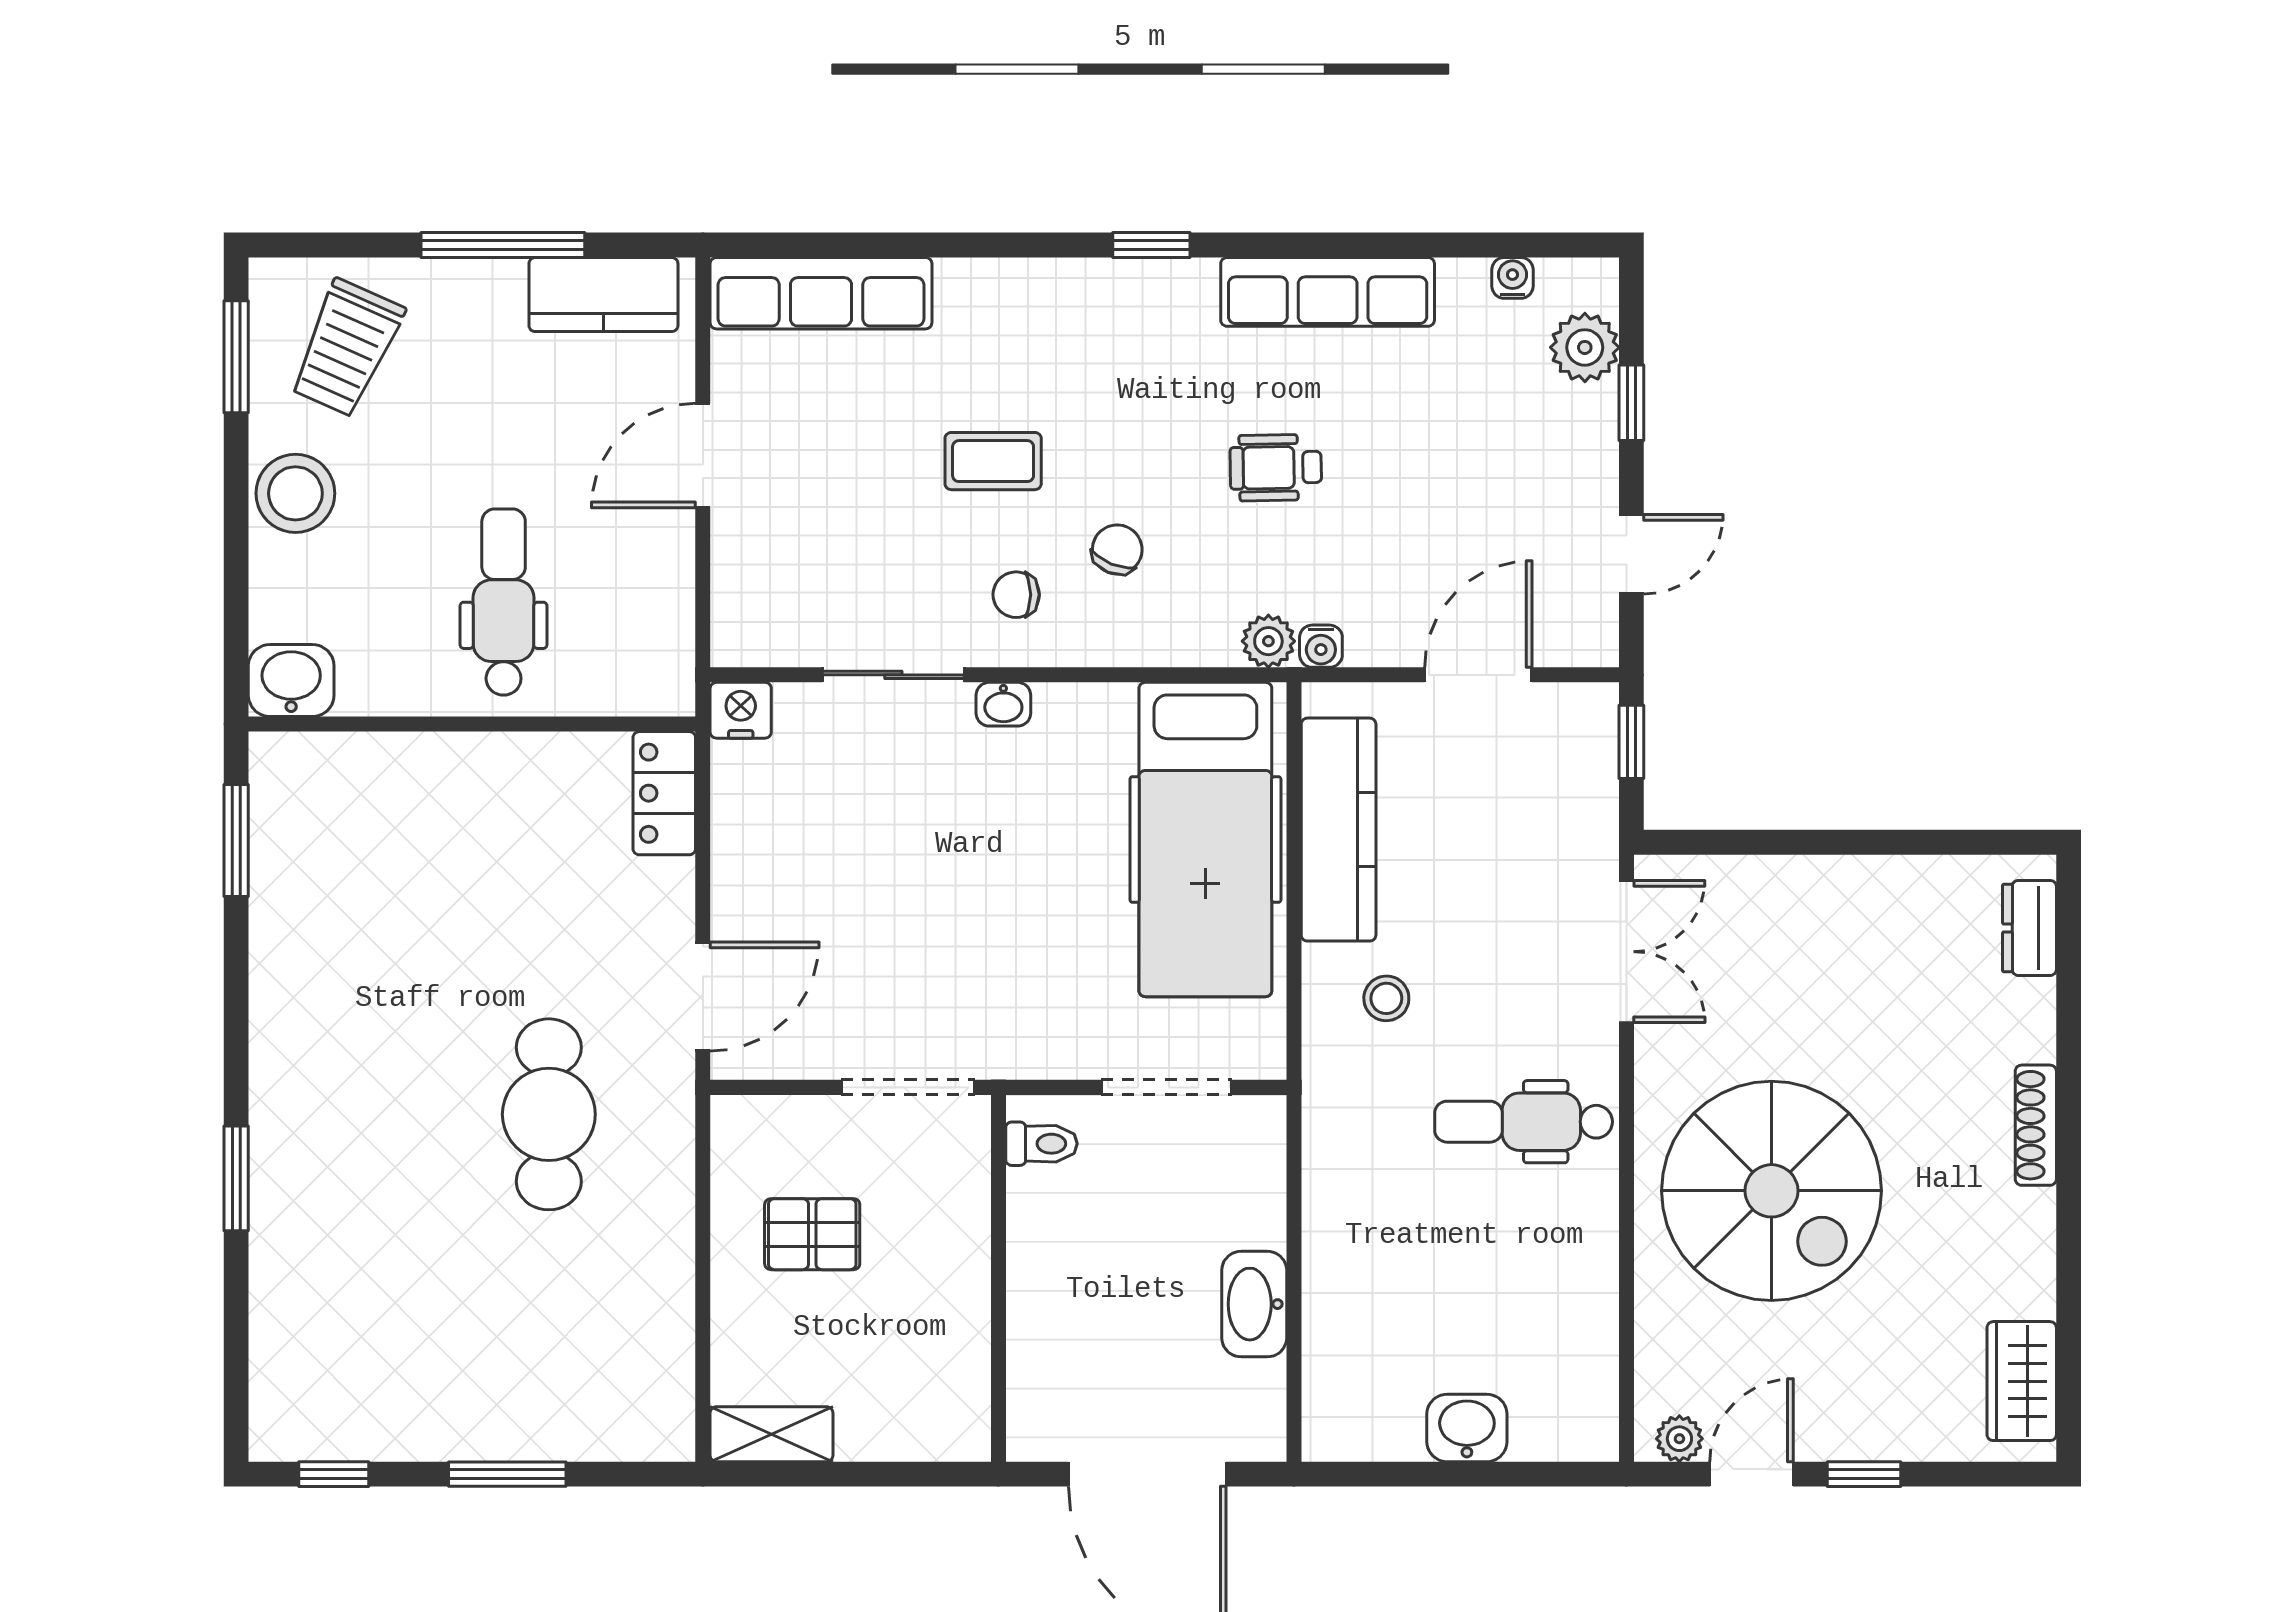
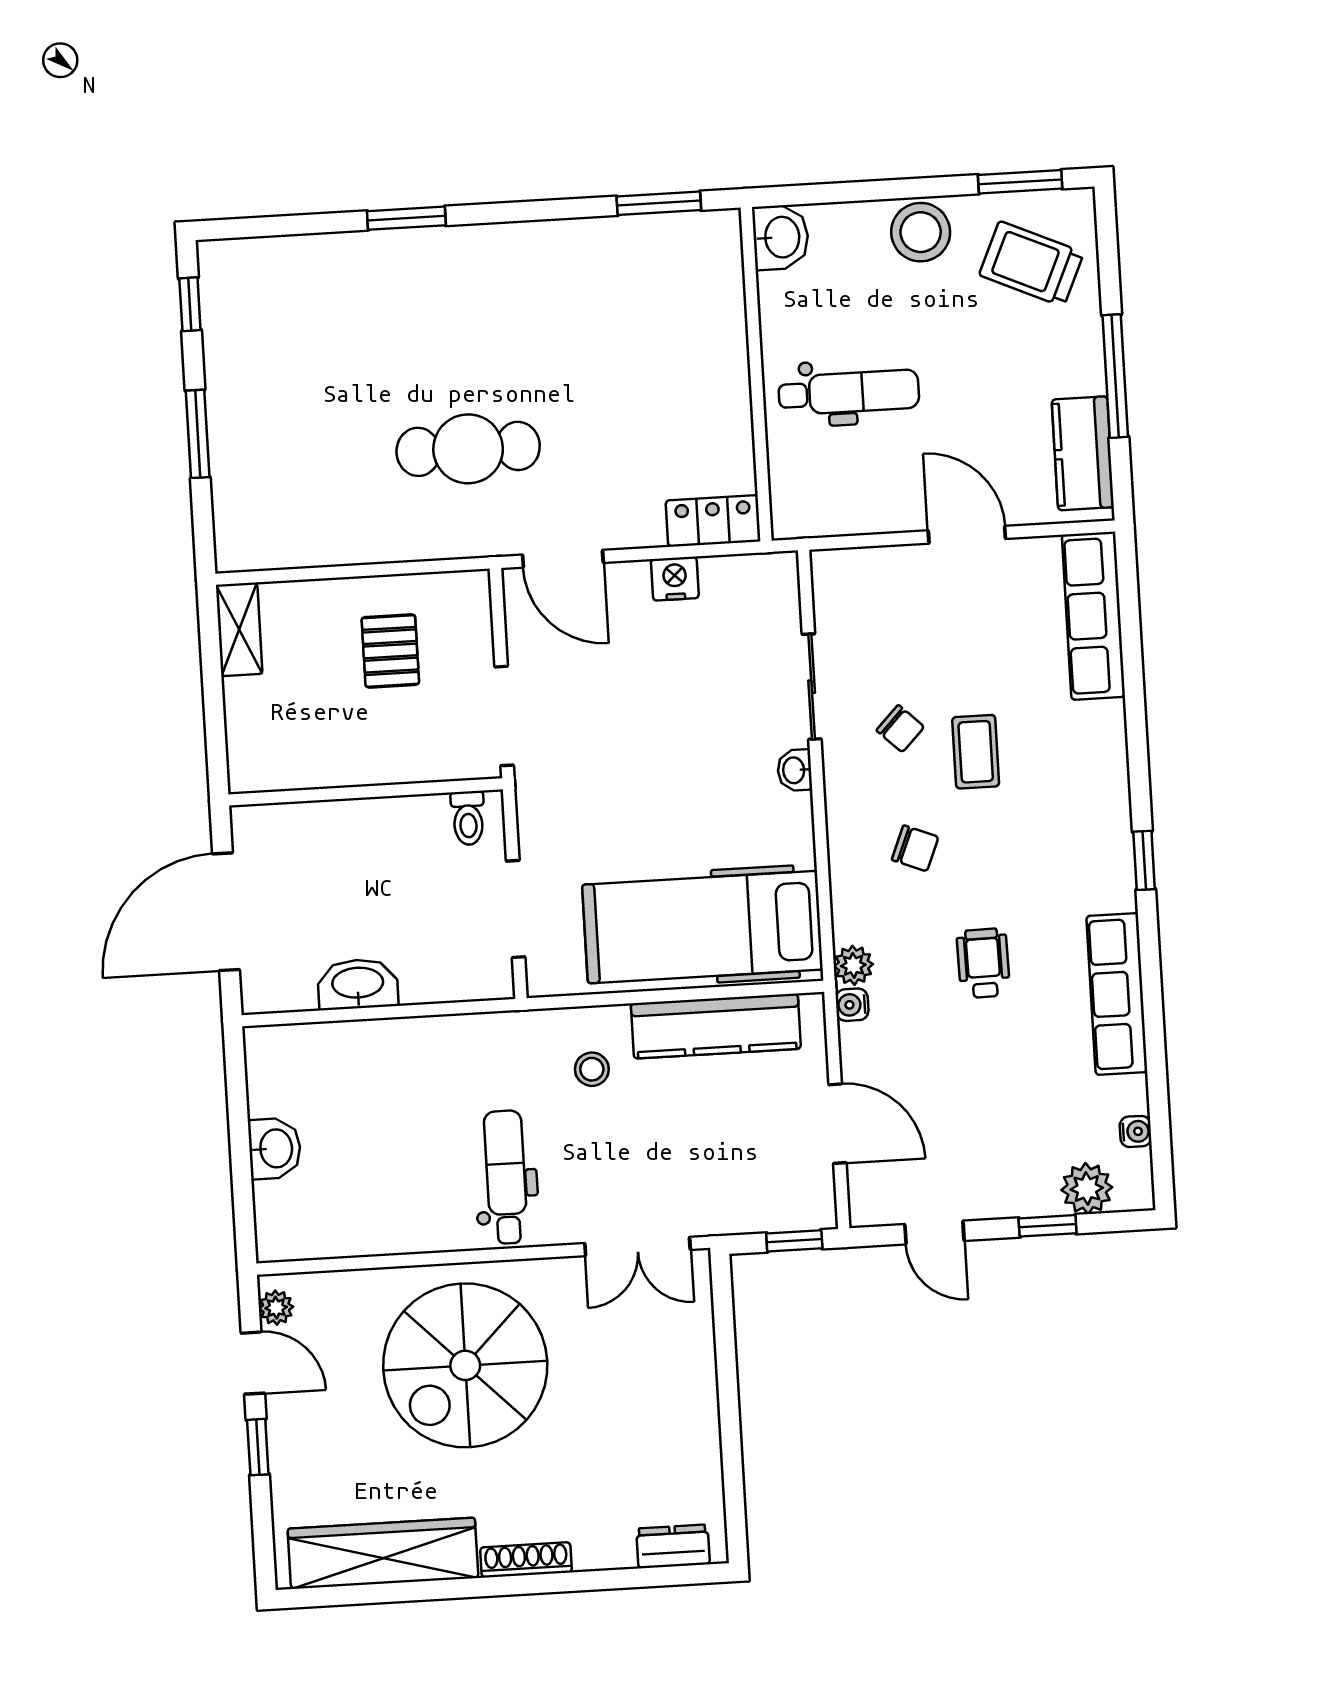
chair: (1016, 595) -> (900, 729), moved, turned 134
nightstand: (741, 710) -> (675, 579), moved, turned -90
wardrobe: (2022, 1381) -> (383, 1553), width x2.10, depth x1.17

